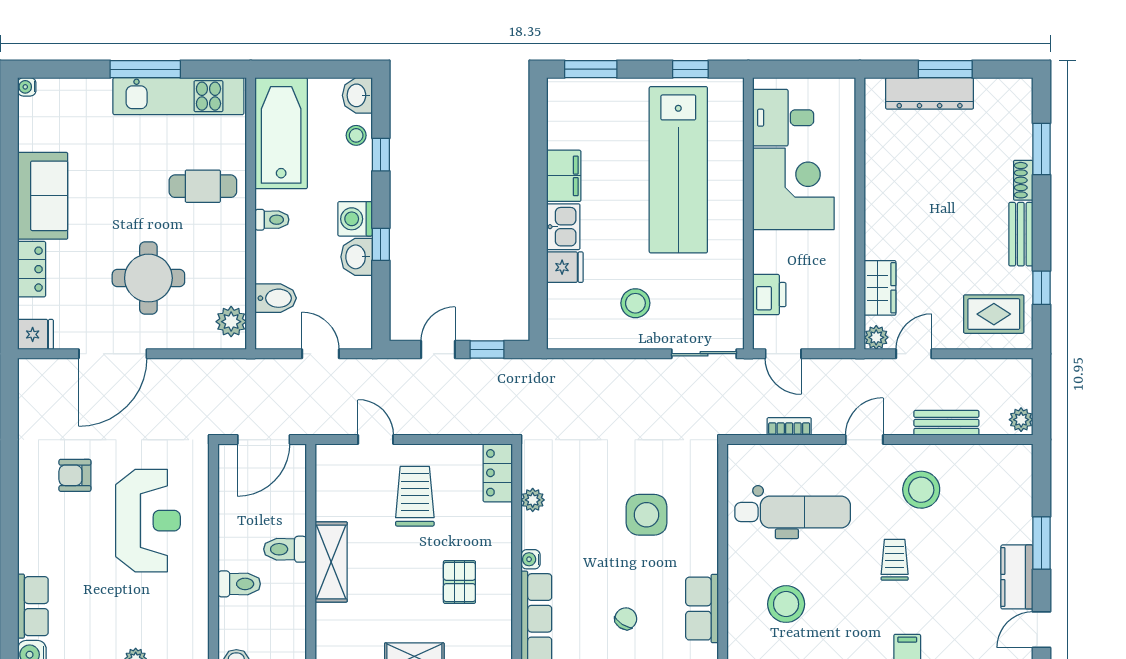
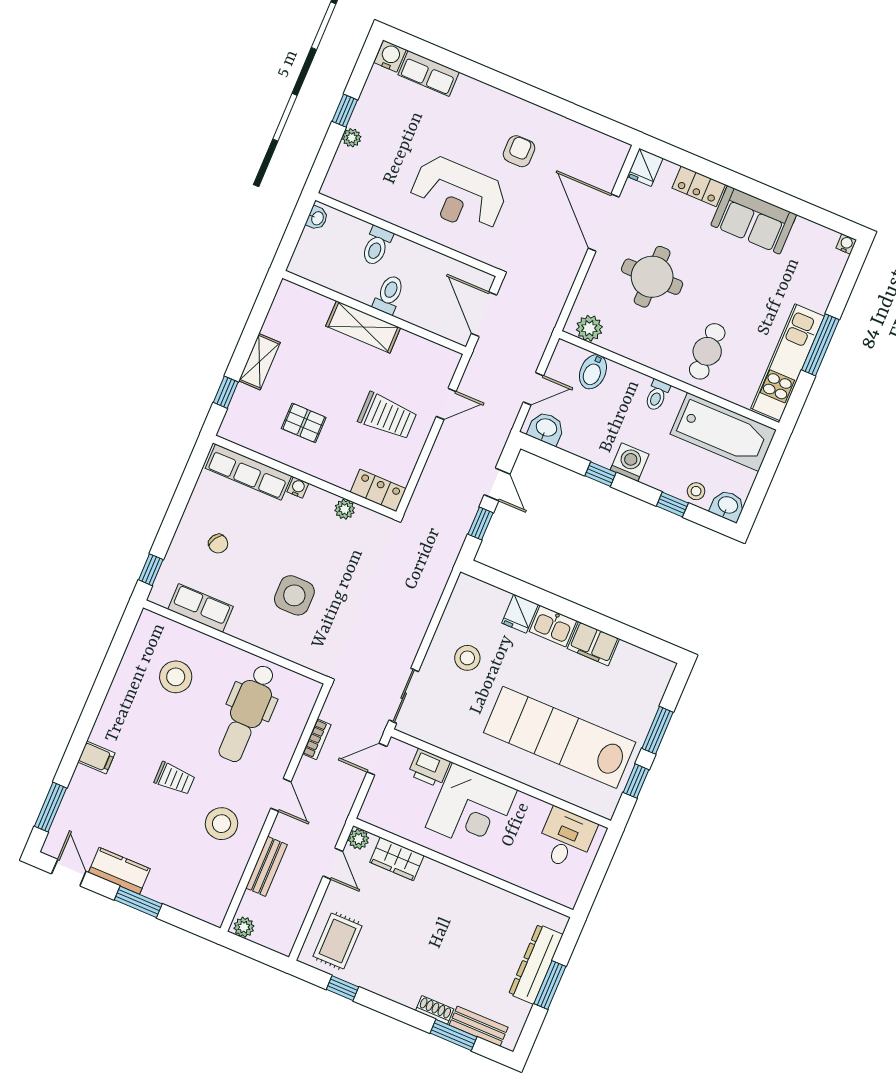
window: (591, 69) -> (657, 730), moved
corner desk: (793, 189) -> (471, 809), moved
bench: (1021, 234) -> (479, 1026), moved
washbasin: (357, 257) -> (546, 428), moved

